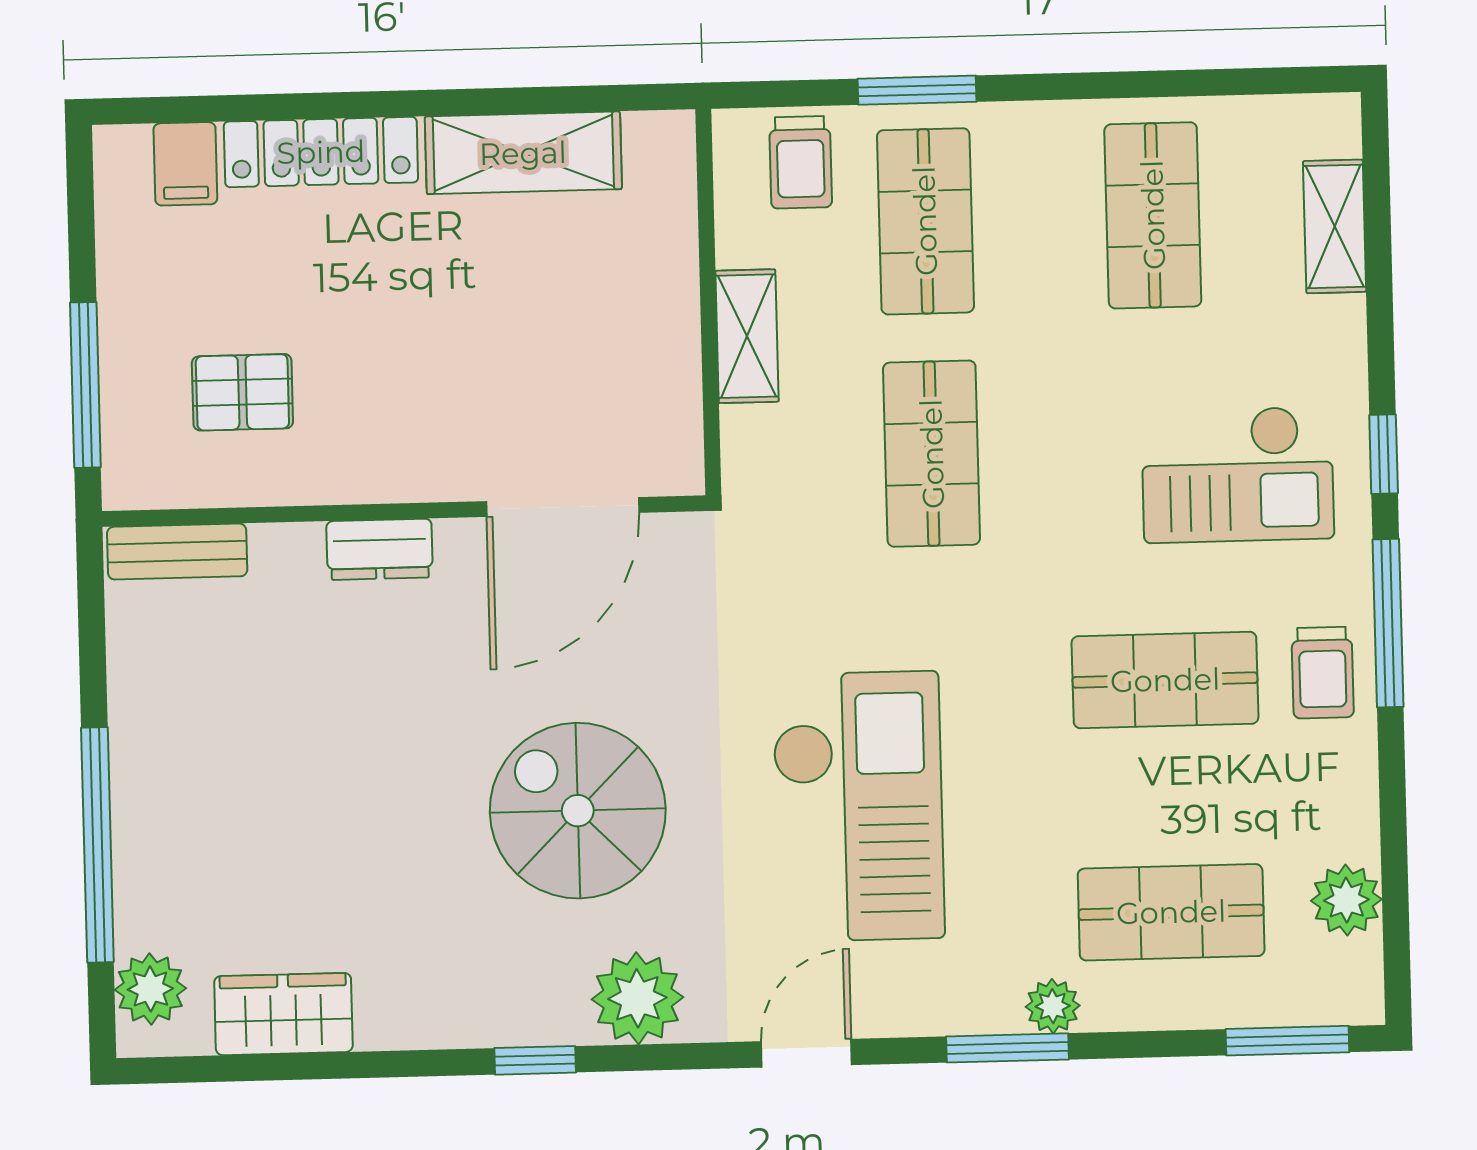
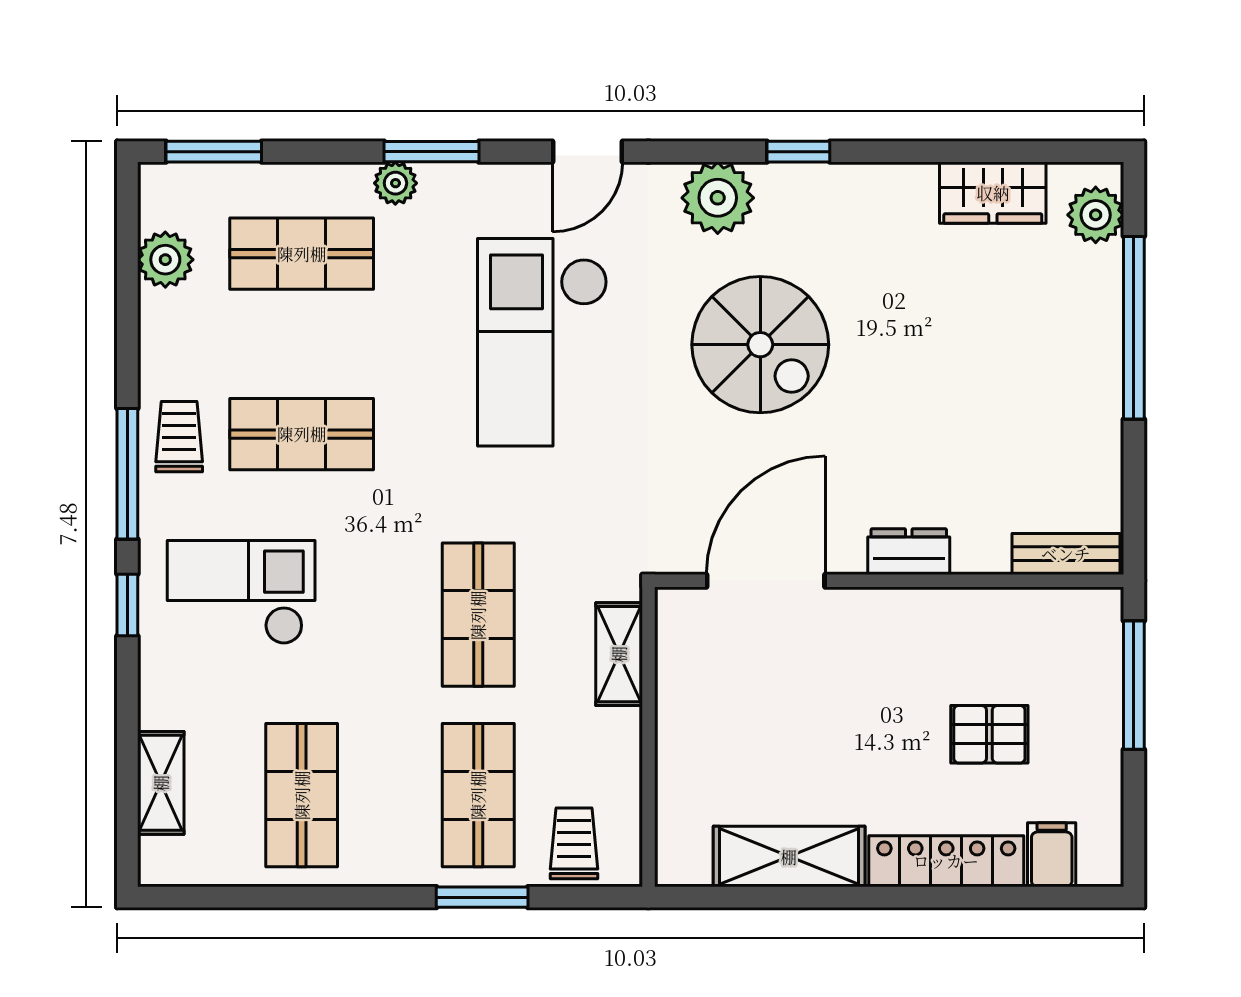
shelving: (747, 336) -> (619, 654), moved
pallet: (242, 392) -> (989, 734), moved

